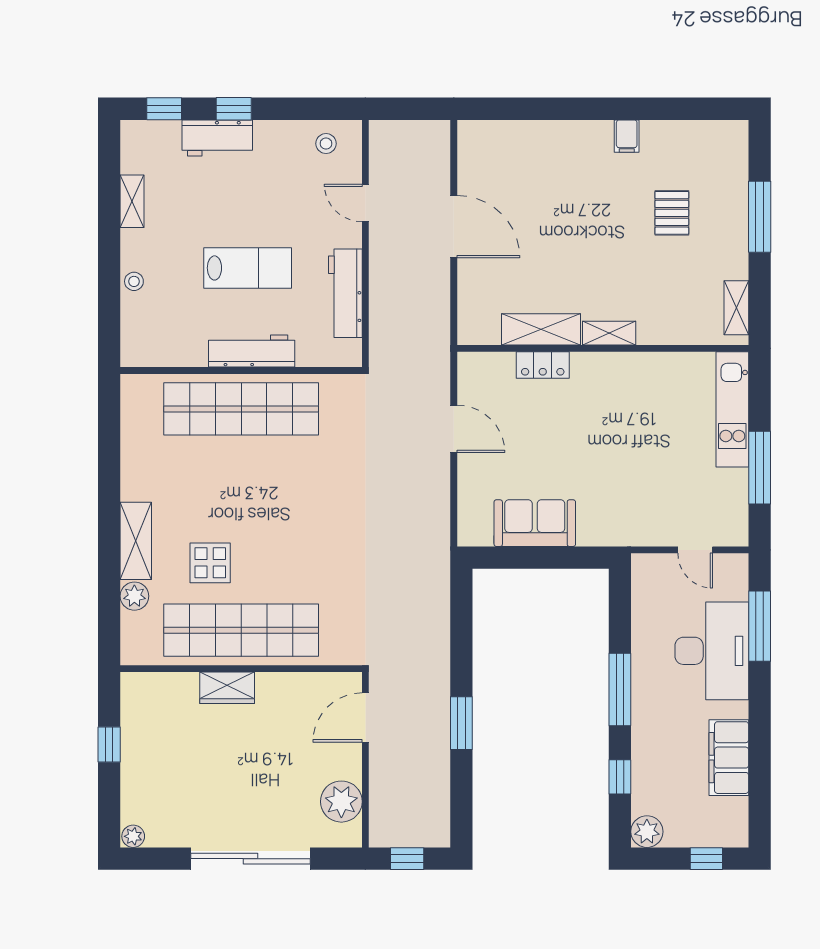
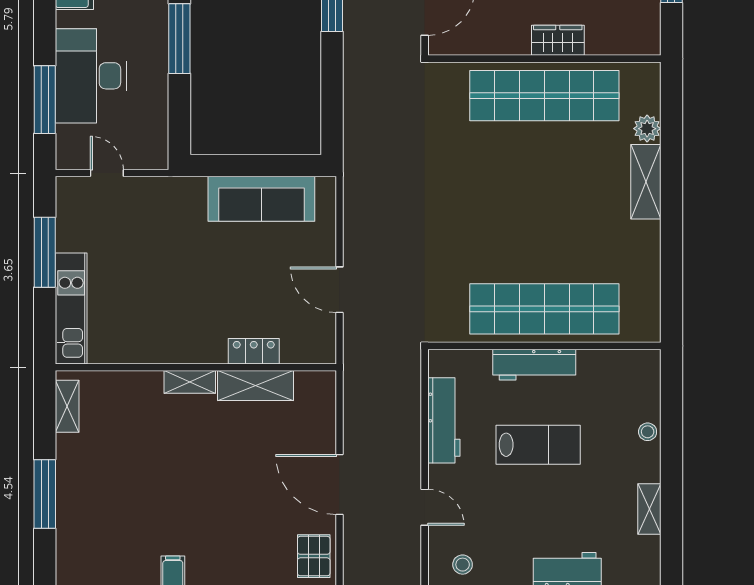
pallet: (672, 213) -> (314, 556), moved
lab bench: (248, 268) -> (538, 445), turned 180
sofa: (535, 523) -> (261, 199), width x1.36
display table: (210, 563) -> (574, 161), removed

